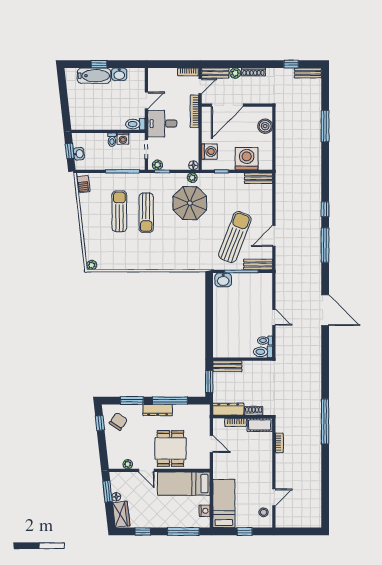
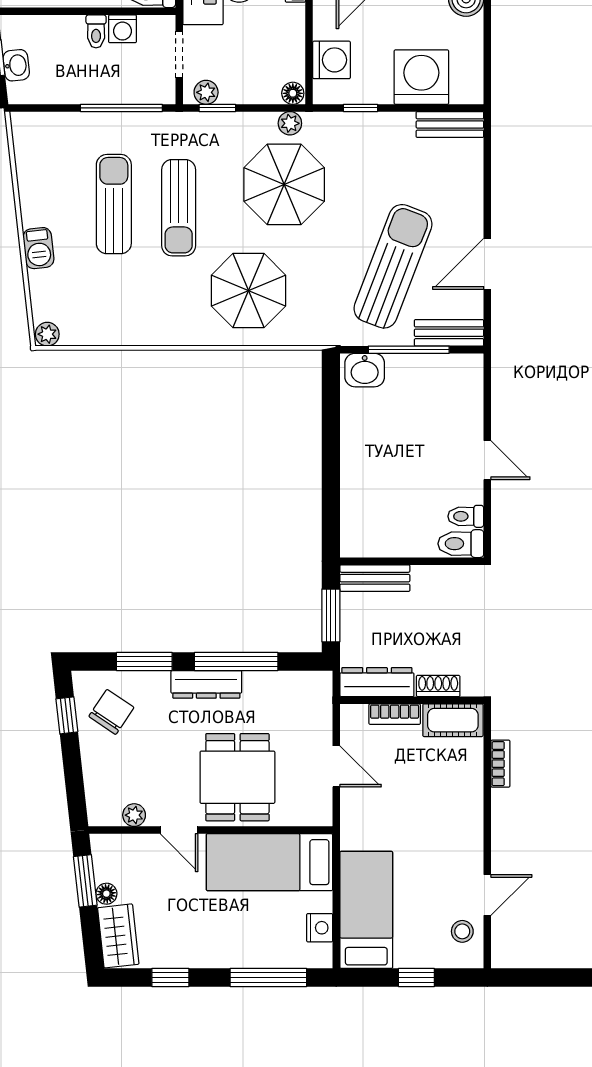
barbecue: (83, 184) -> (38, 248), moved
parasol: (175, 247) -> (248, 291), added

